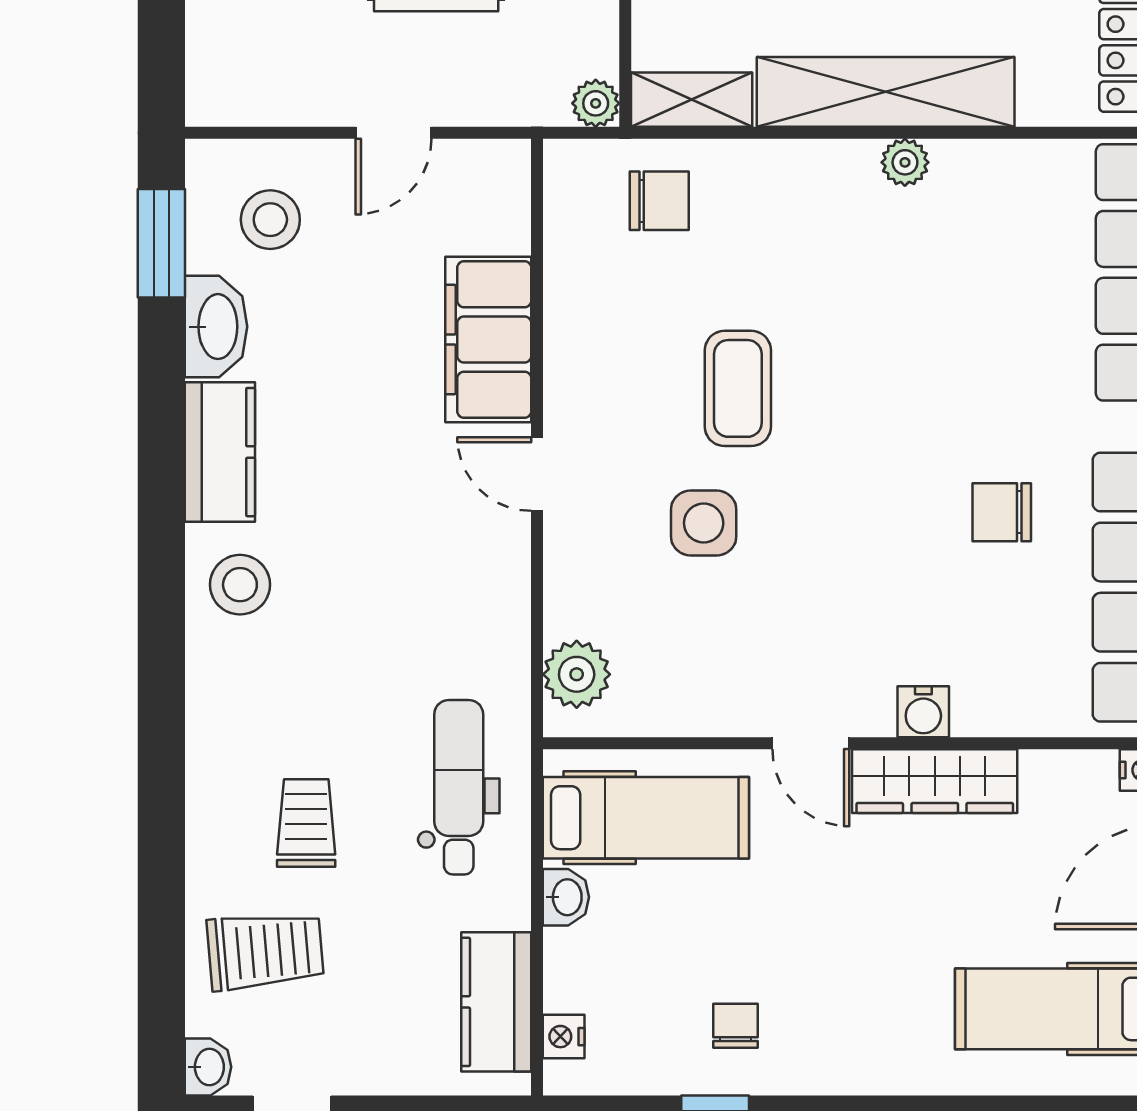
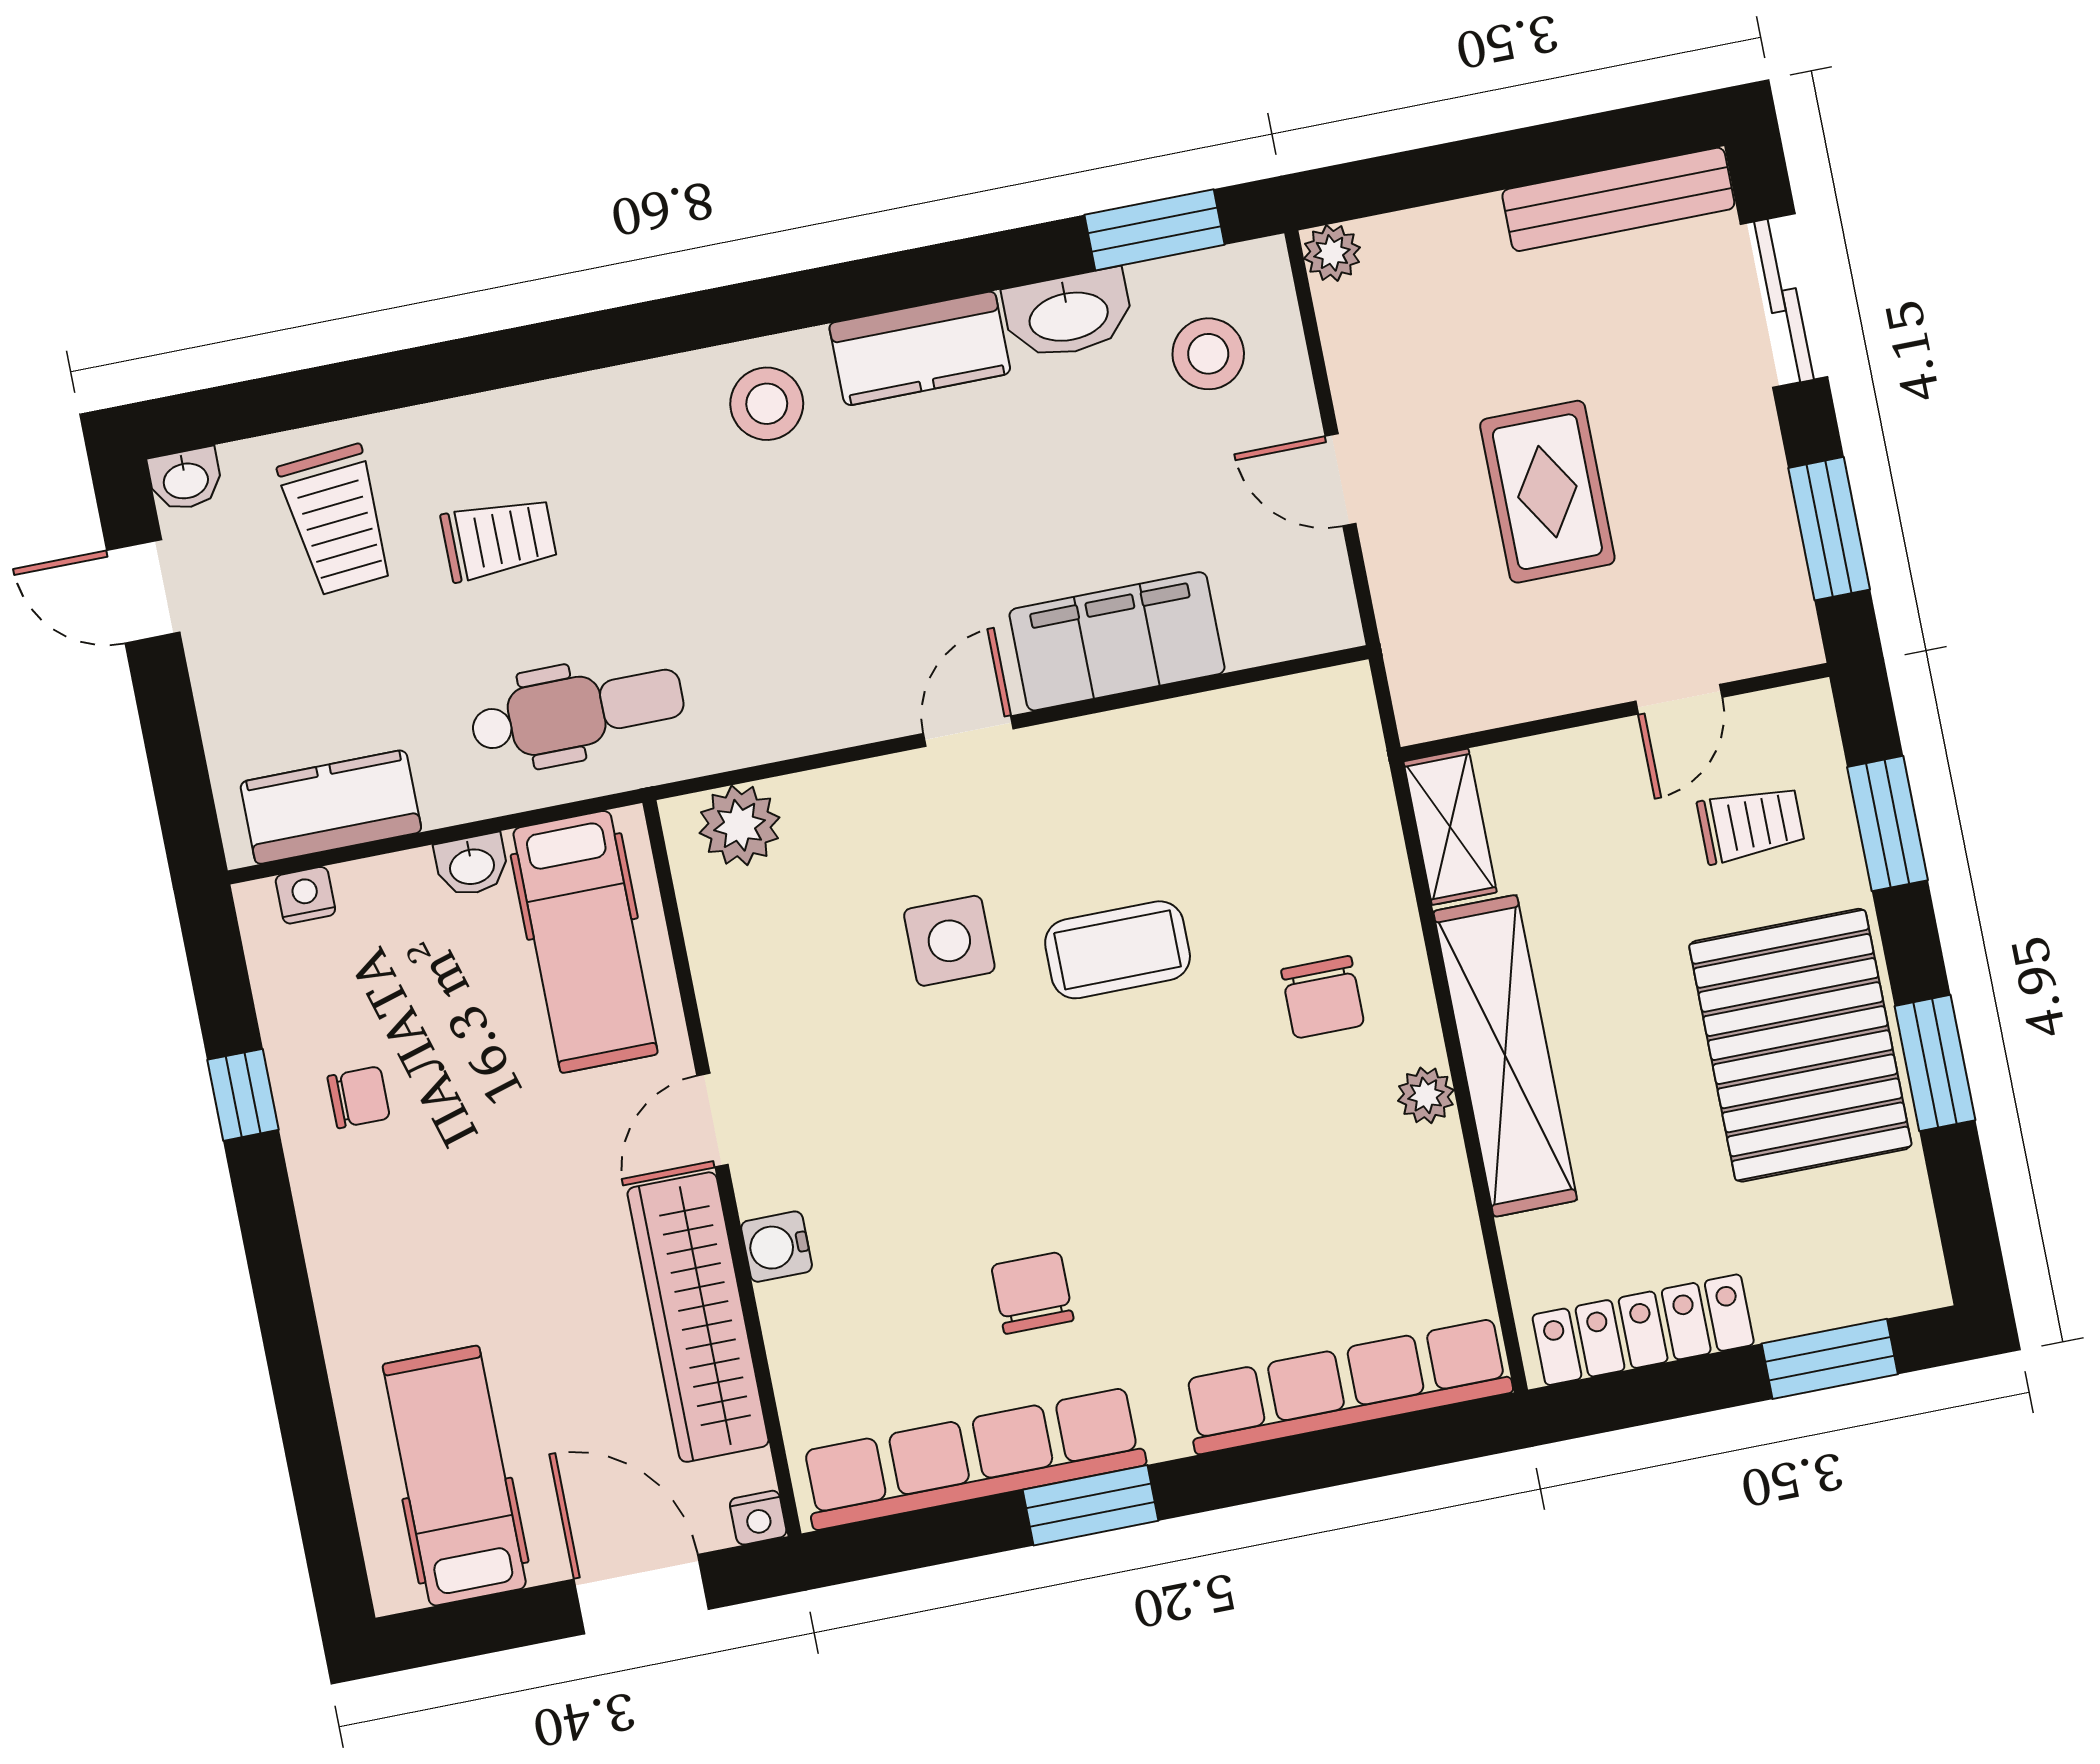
plant: (596, 103) -> (1332, 253), moved
chair: (659, 201) -> (1323, 997), moved
wardrobe: (935, 781) -> (698, 1317), width x1.40, depth x1.17

